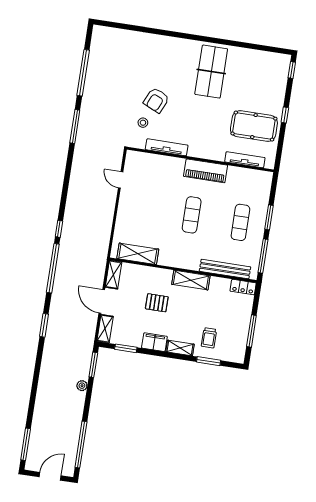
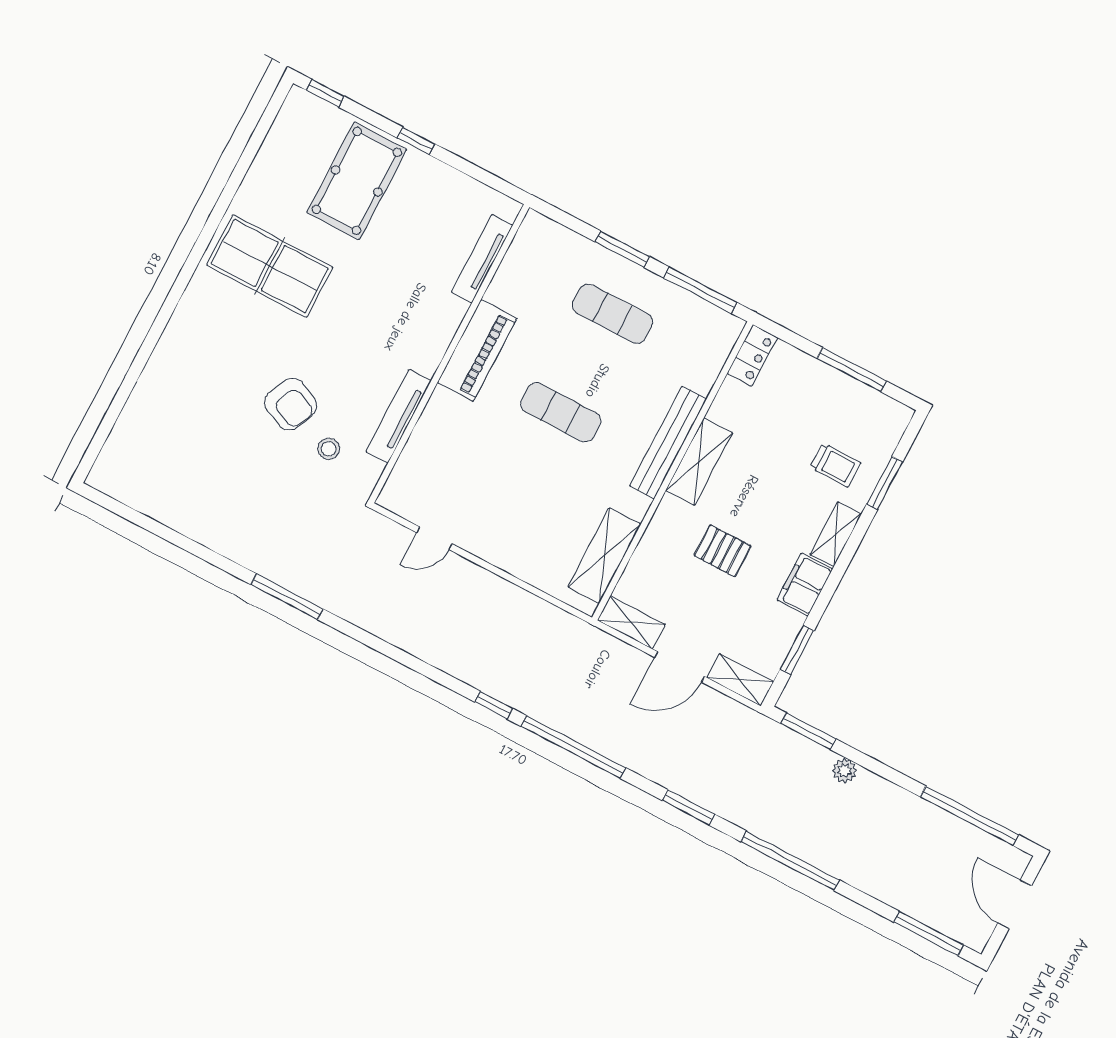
window: (83, 73) -> (790, 861), moved
pool table: (254, 126) -> (357, 181), moved
bench: (225, 269) -> (668, 442), moved
pallet: (157, 303) -> (723, 551), turned 90

